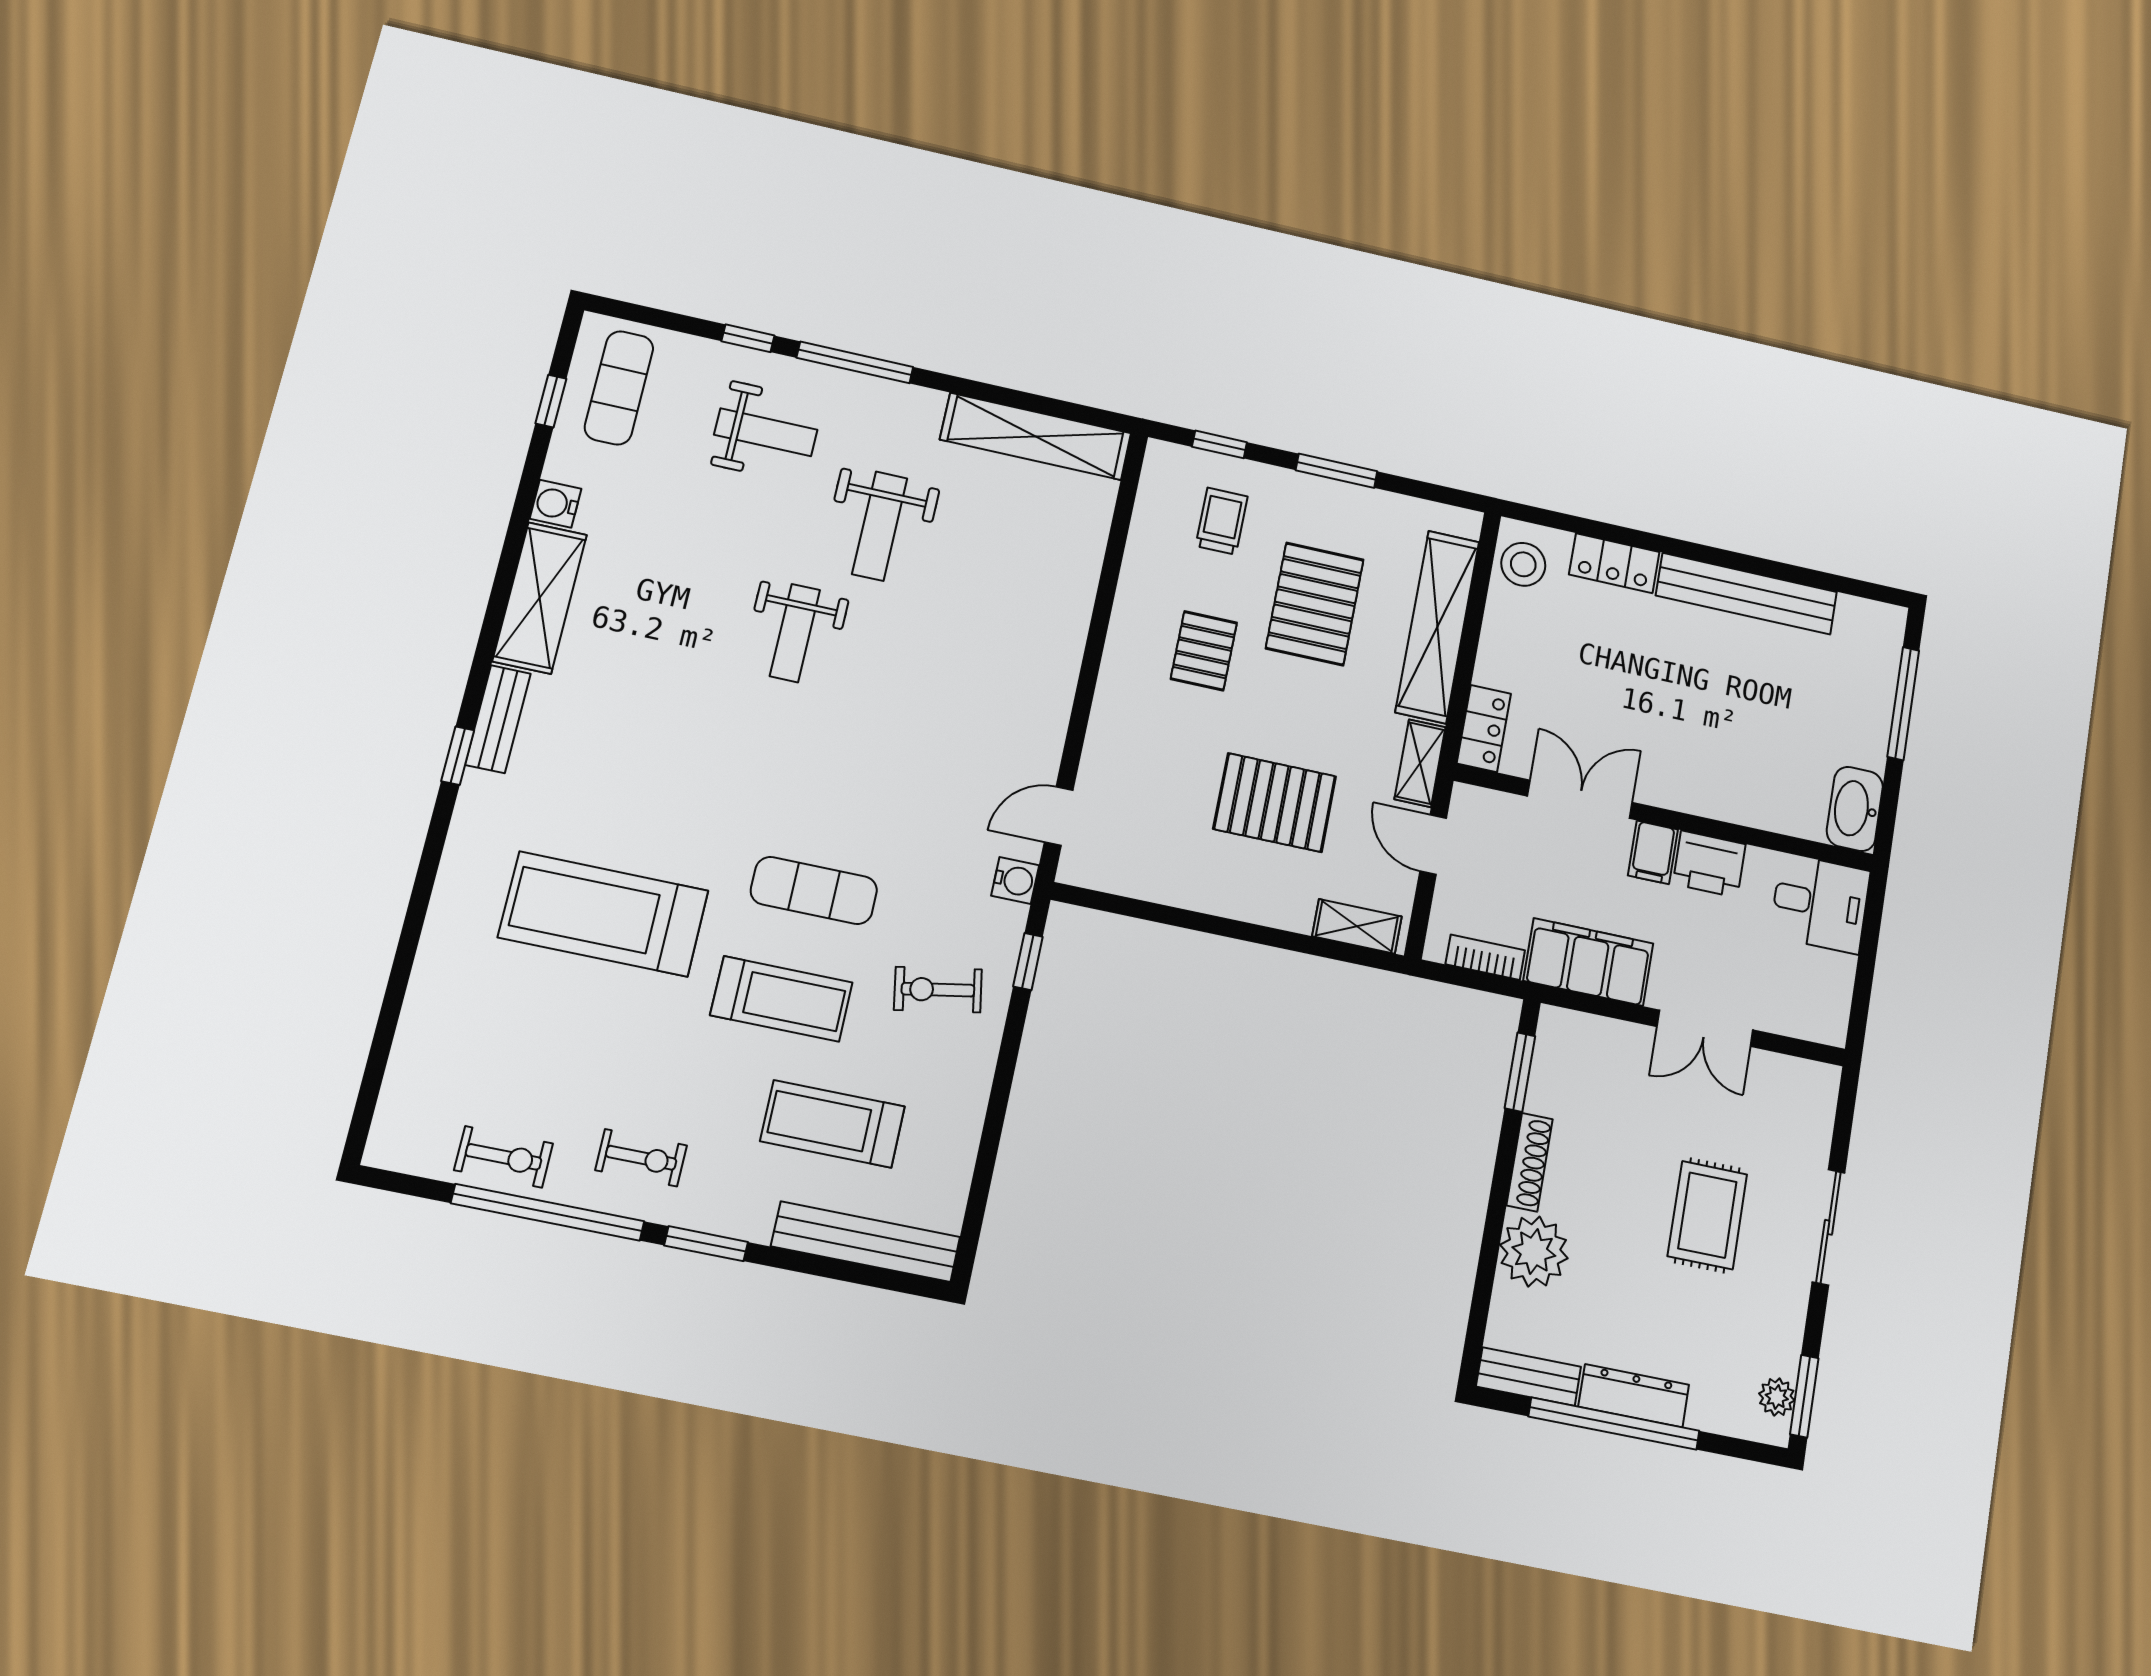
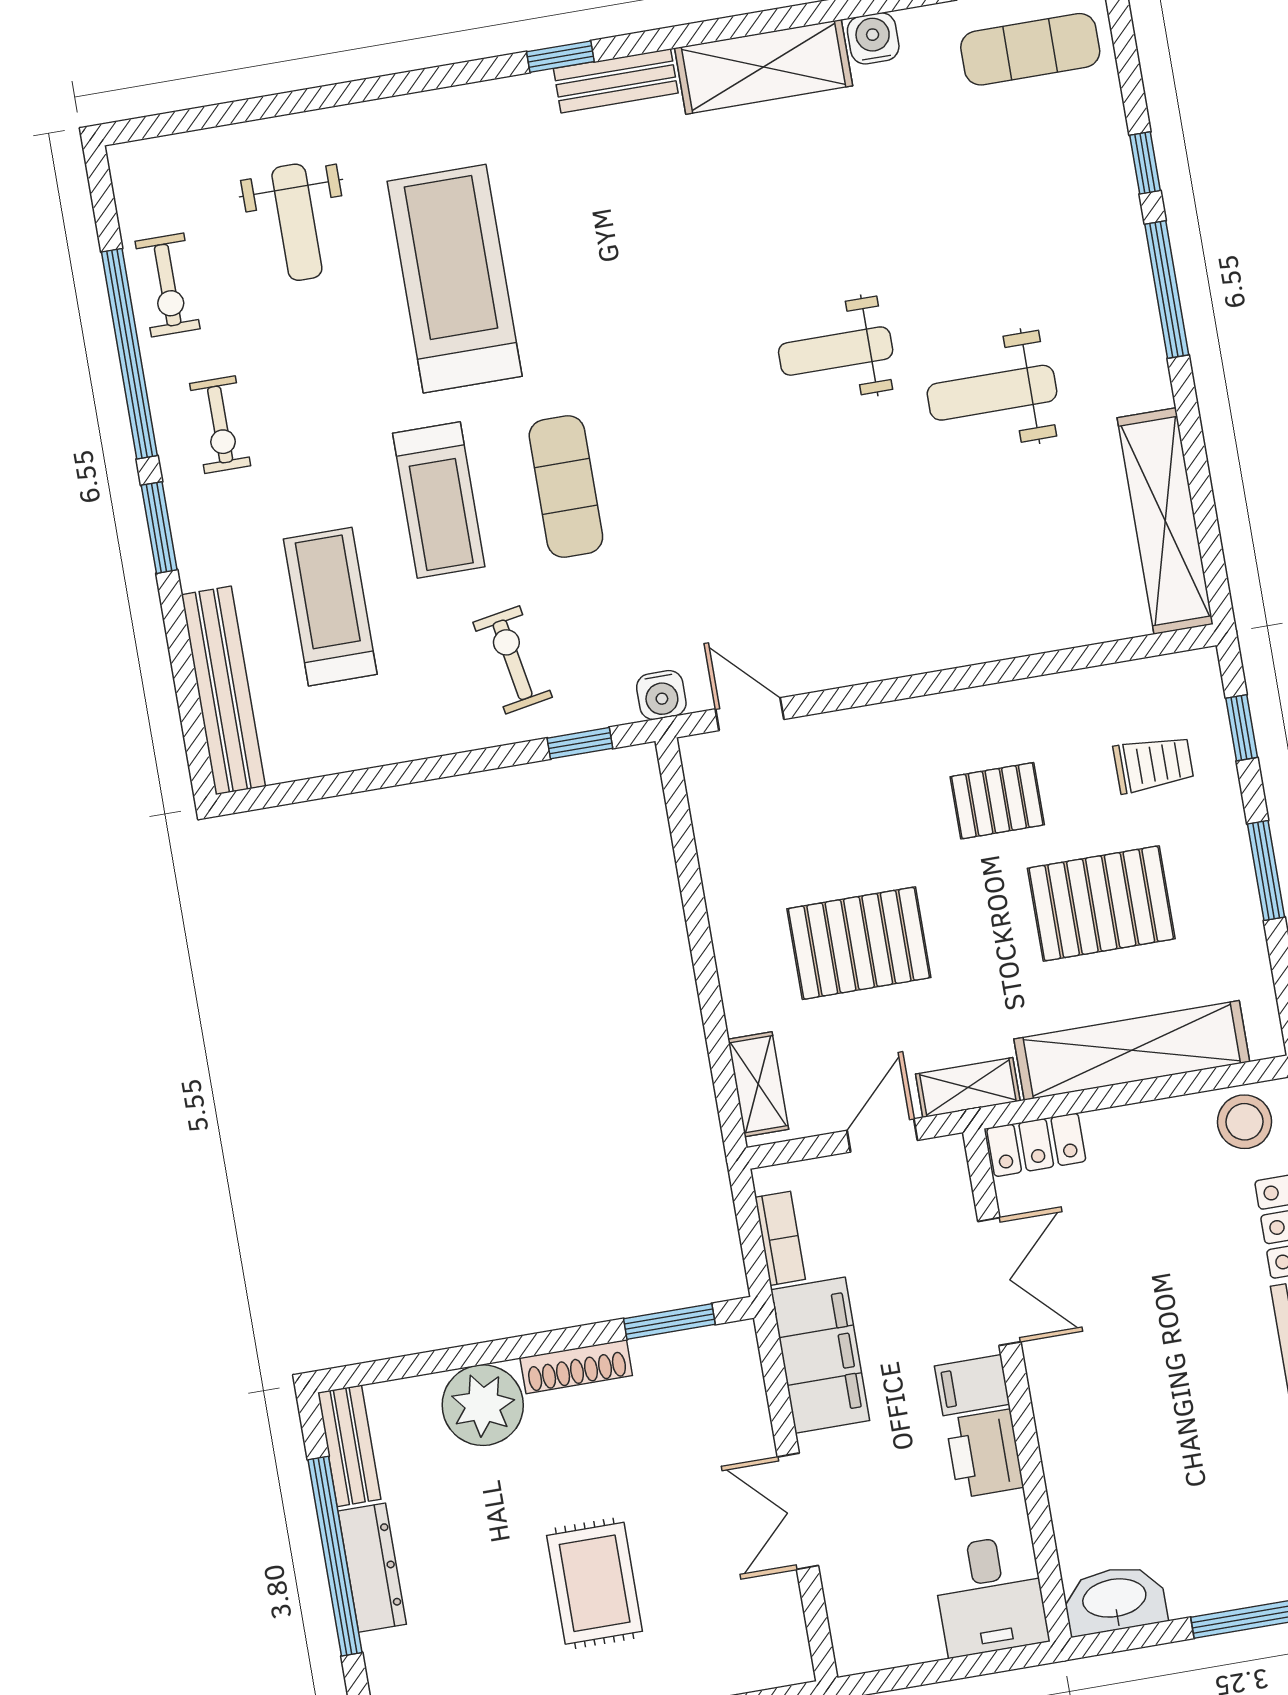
weight bench: (766, 432) -> (297, 222), moved
pallet: (1275, 803) -> (859, 943), turned 90
rug: (1707, 1215) -> (595, 1583), turned 90

